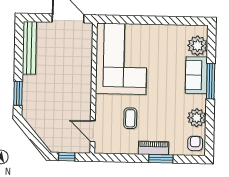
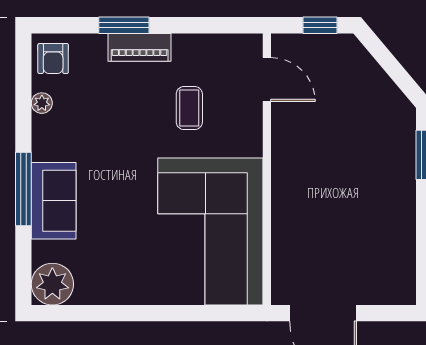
plant: (198, 46) -> (52, 284), moved
bench: (29, 48) -> (403, 250), removed
plant: (197, 118) -> (42, 103), width x0.53, depth x0.53

